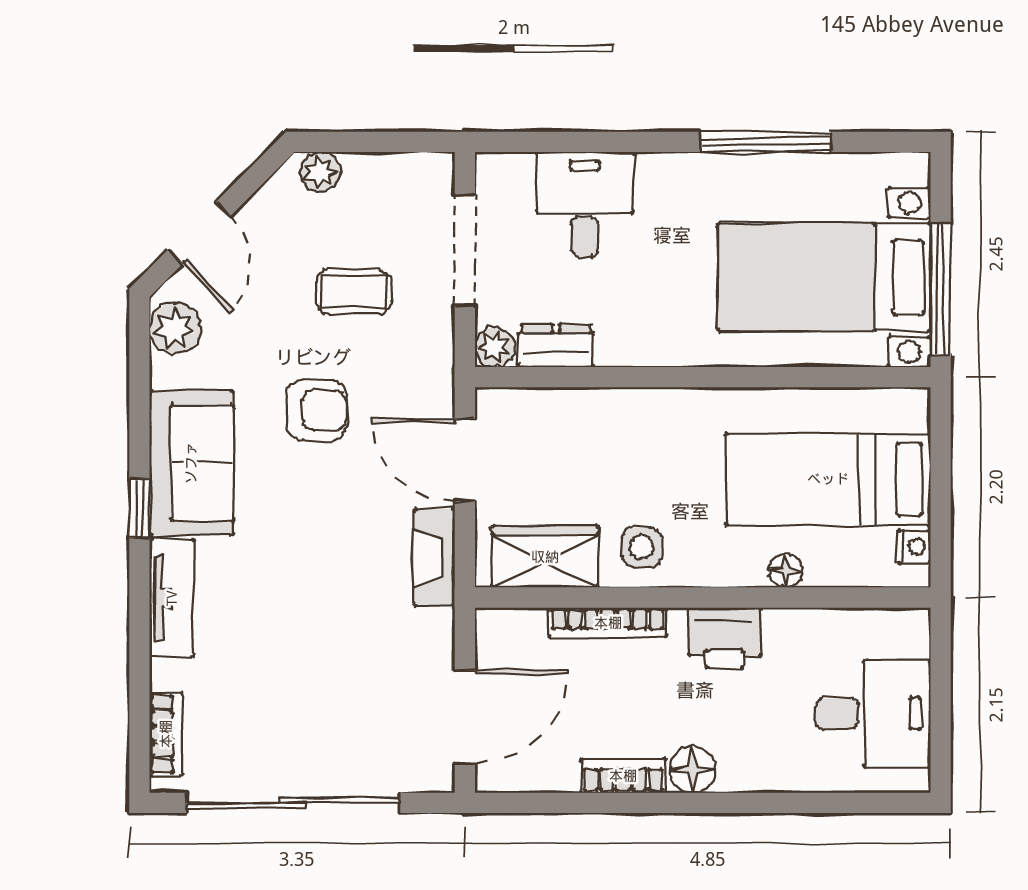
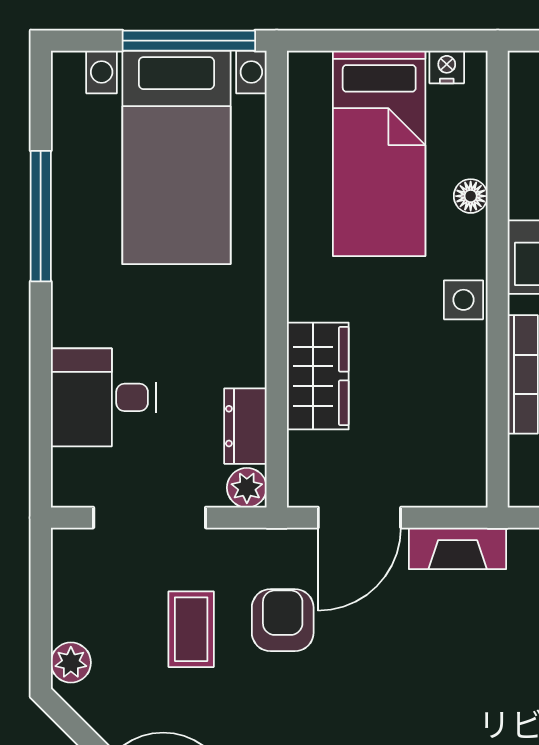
armchair: (317, 410) -> (283, 620), moved
side table: (642, 547) -> (463, 300), moved
wardrobe: (545, 557) -> (318, 376), moved, turned 180

